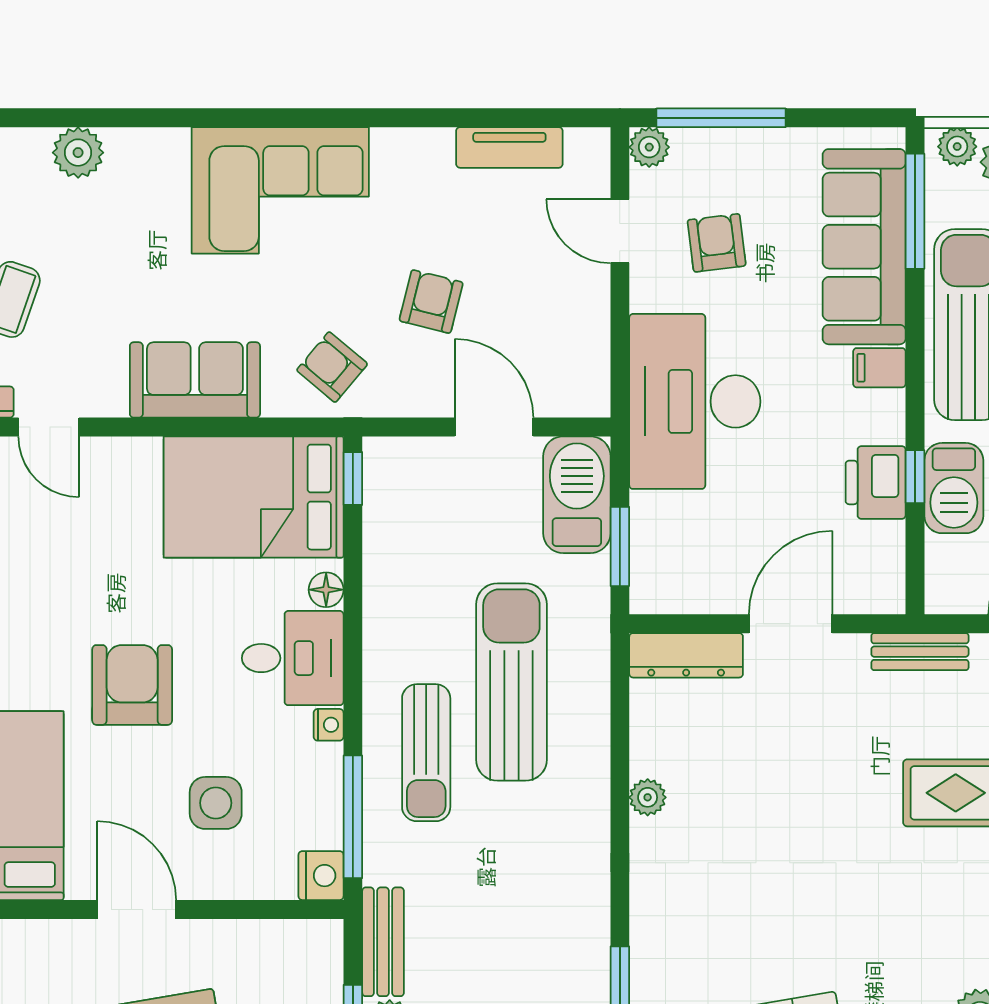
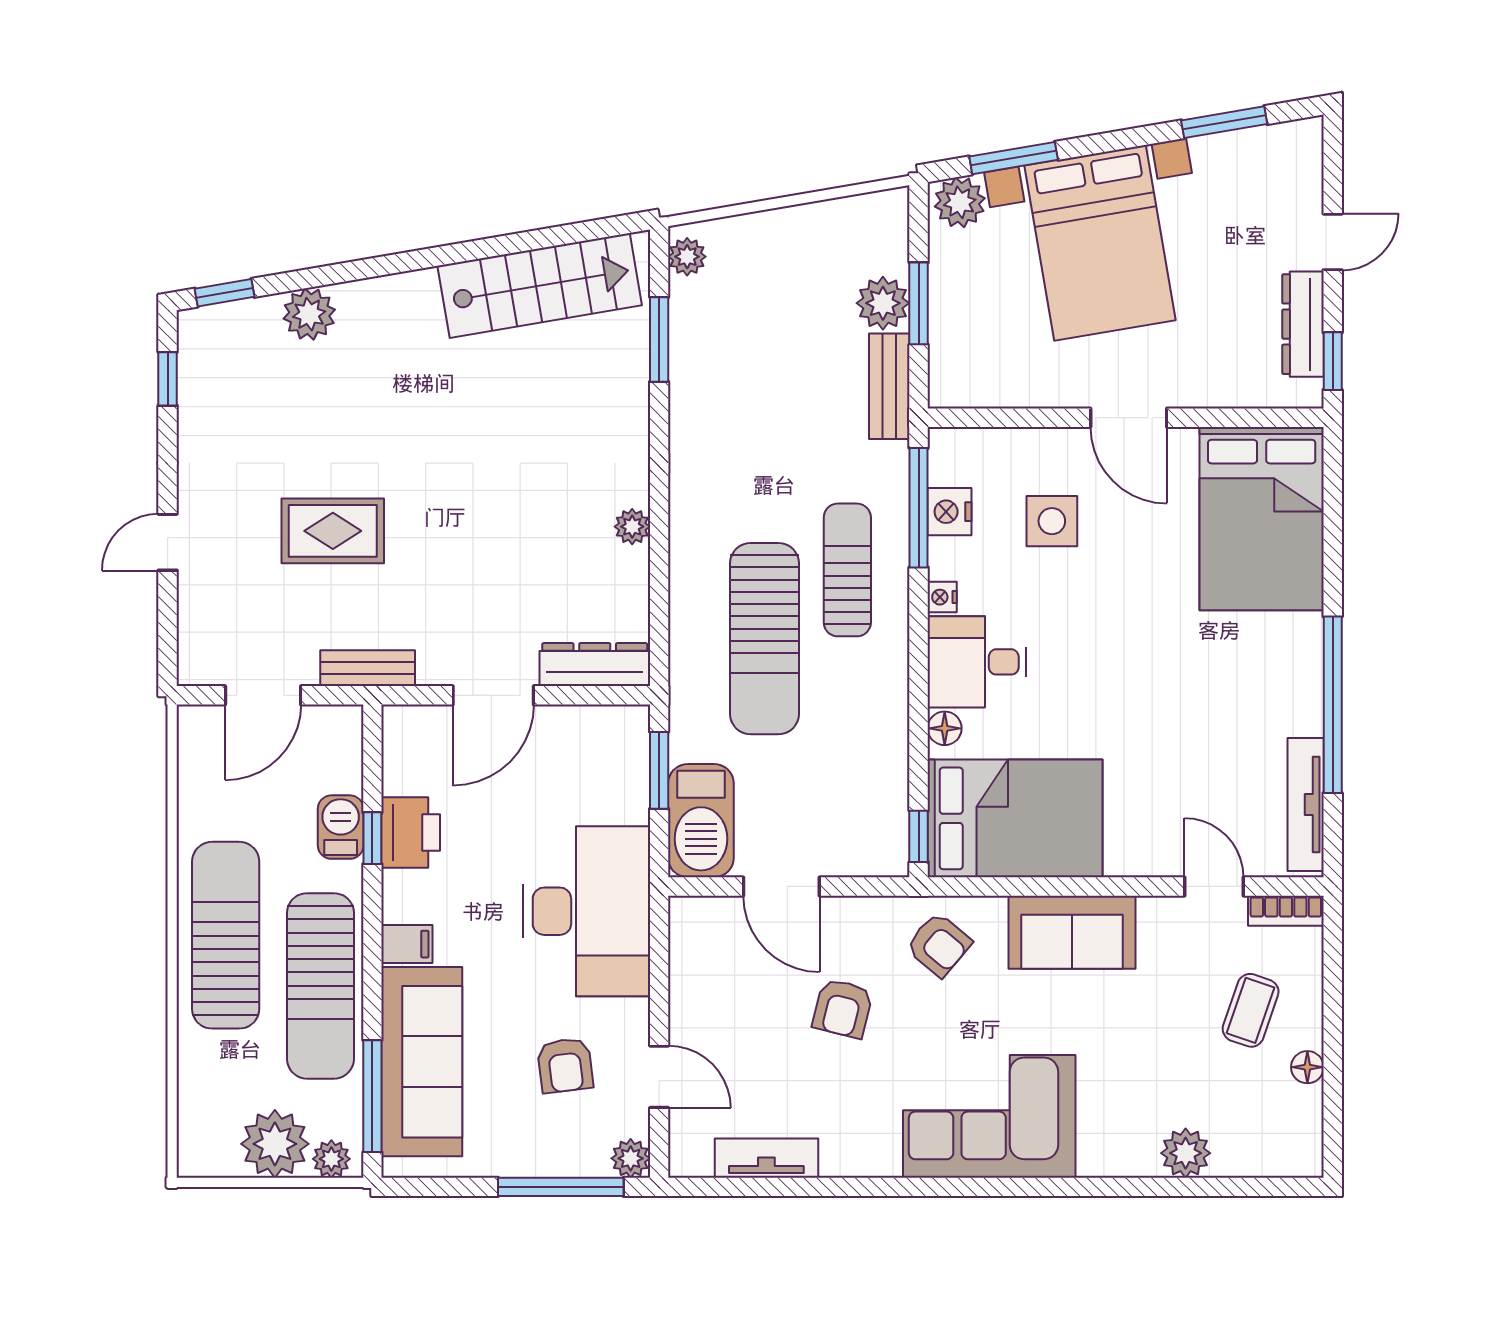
barbecue: (954, 488) -> (341, 827), width x0.73, depth x0.79
armchair: (132, 685) -> (1133, 636), removed
nightstand: (321, 876) -> (950, 512), moved

